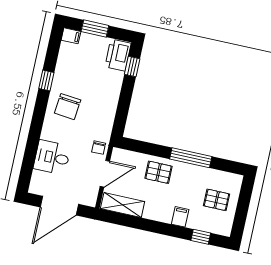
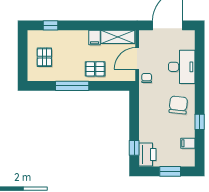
filing cabinet: (71, 36) -> (188, 143), moved
desk: (52, 157) -> (182, 67), width x1.37
pallet: (217, 200) -> (44, 57), turned 90
filing cabinet: (180, 217) -> (94, 38), moved

